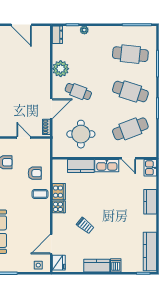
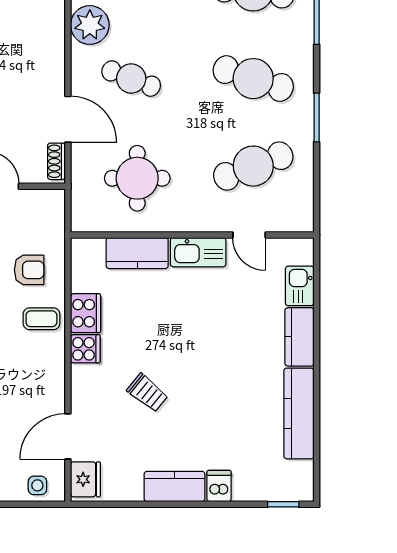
door: (51, 109) -> (68, 119), hinge flipped
kitchen sink: (150, 168) -> (300, 286), moved
kitchen counter: (150, 251) -> (299, 413), moved

